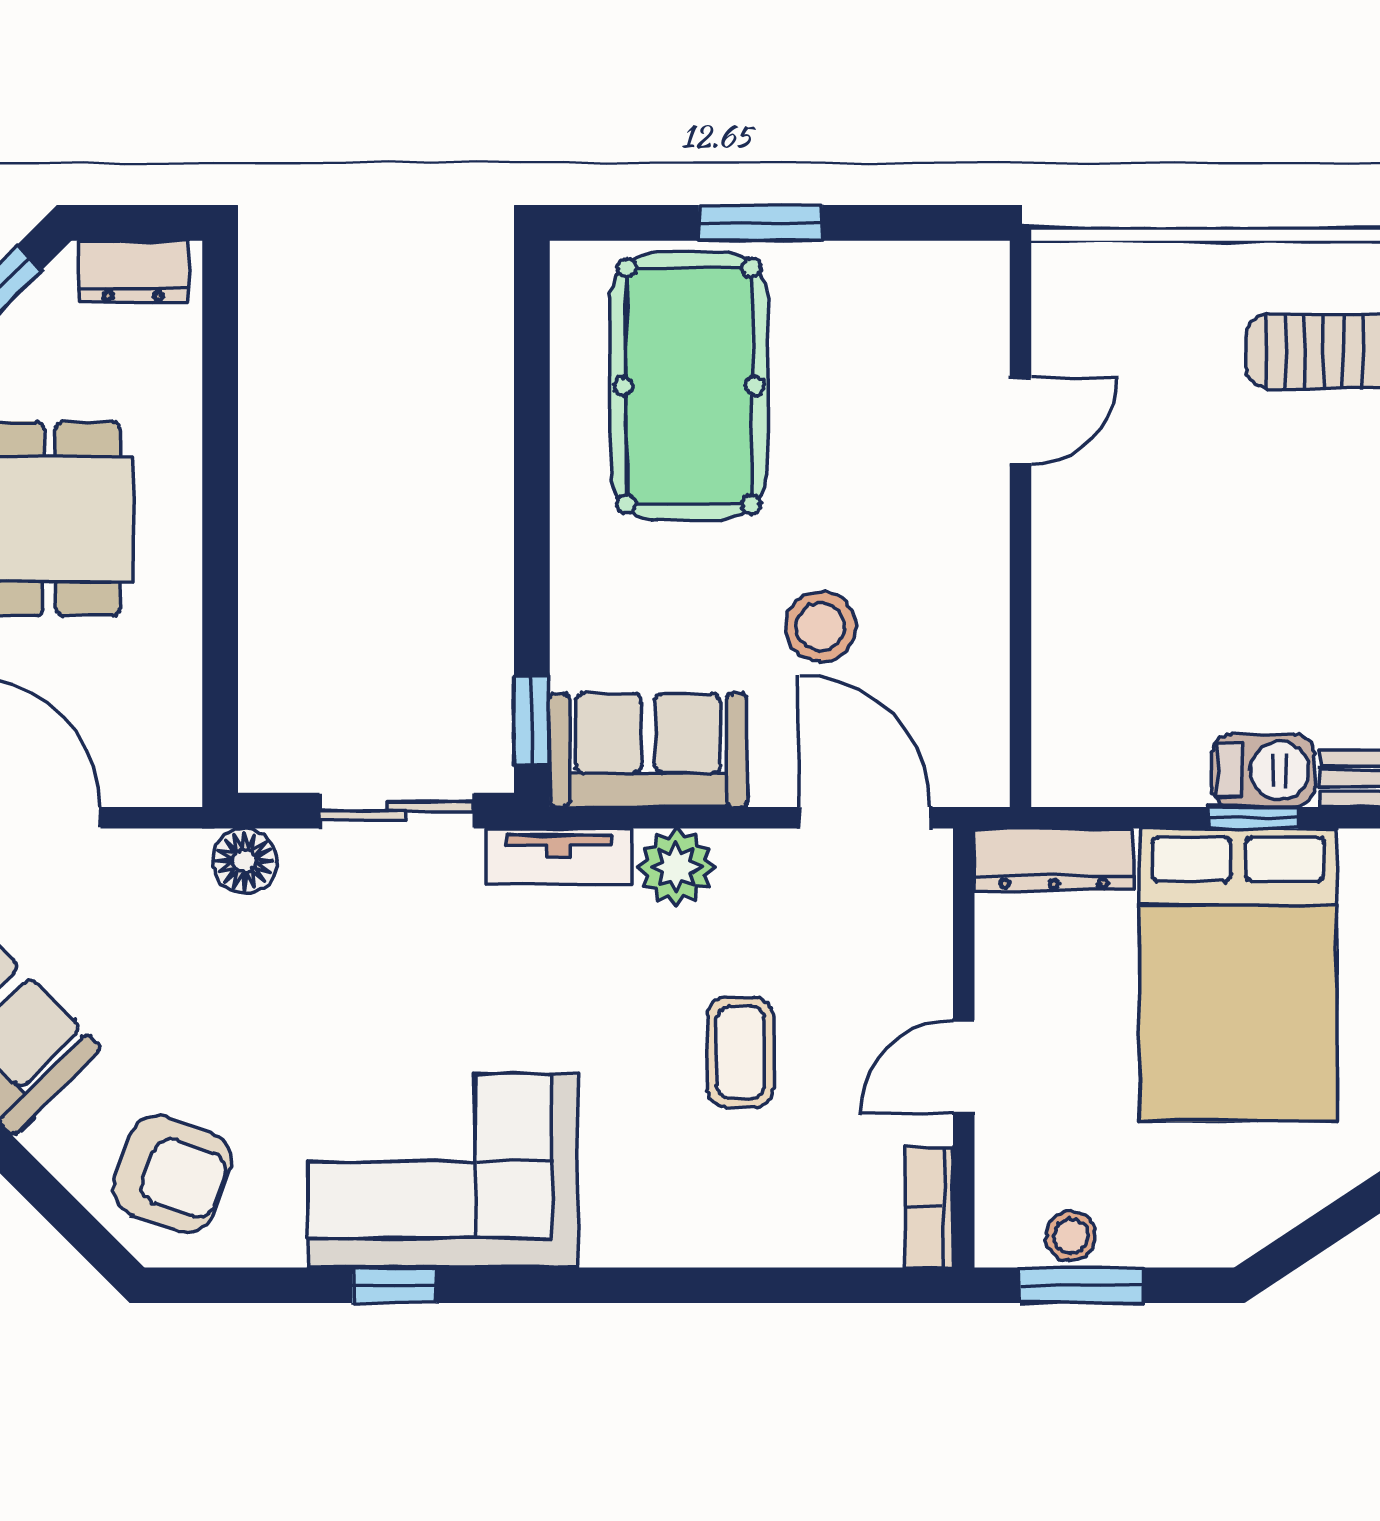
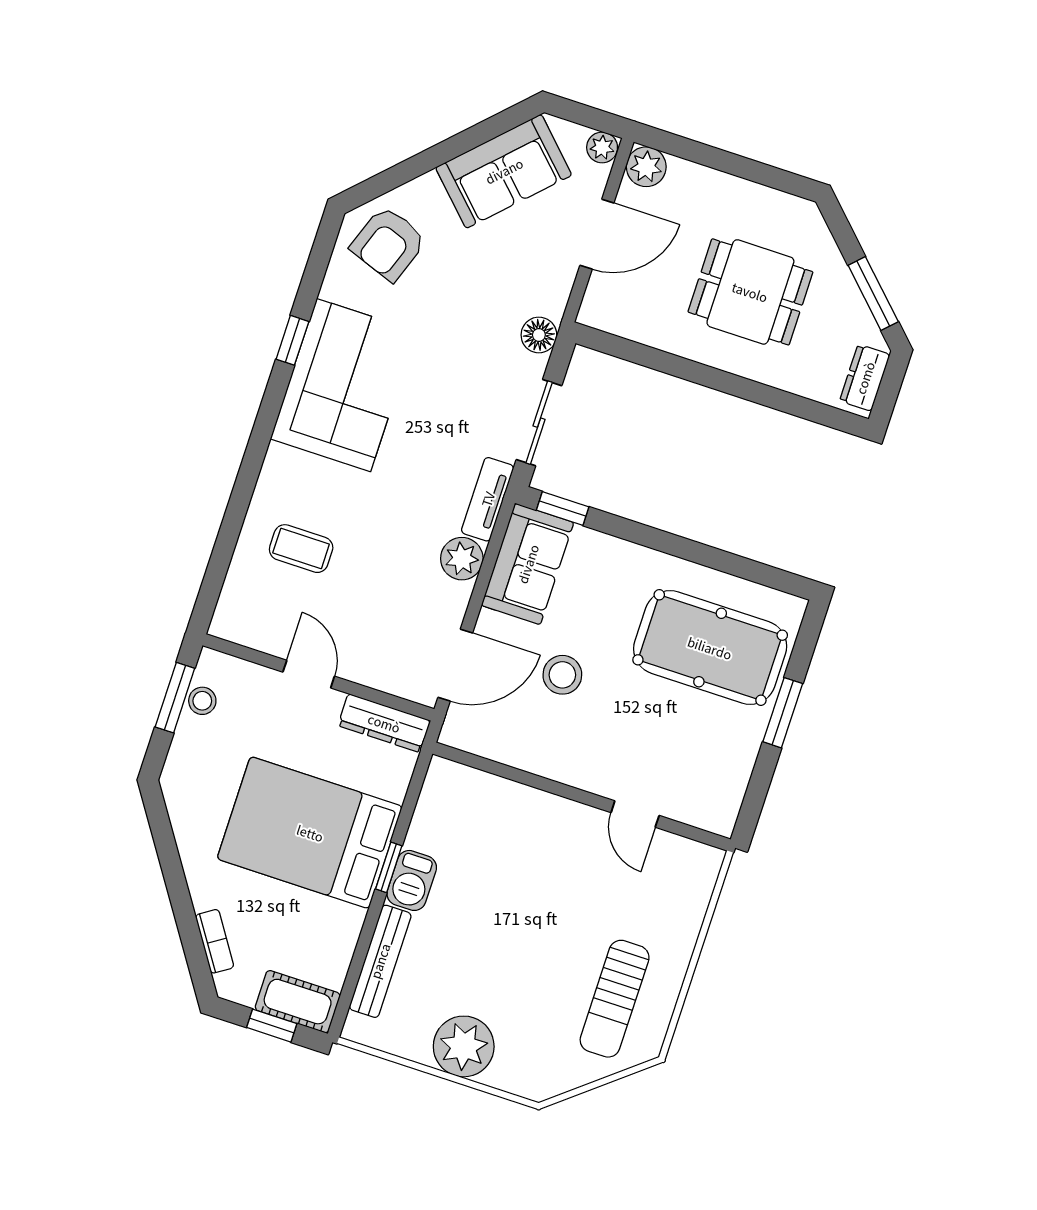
dresser: (1054, 860) -> (384, 723), moved, turned -90
coffee table: (740, 1053) -> (301, 549), moved
bookcase: (929, 1207) -> (242, 632), removed

